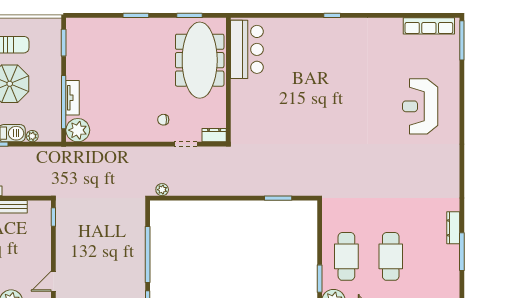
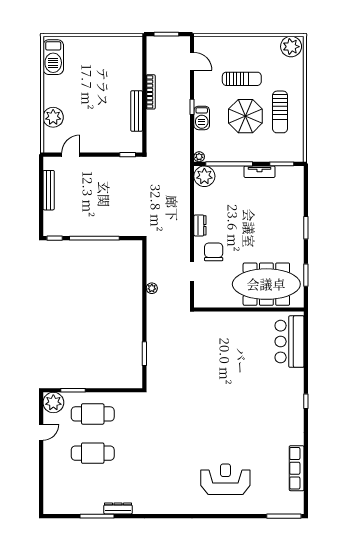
row of seats: (429, 26) -> (297, 468), moved
bar counter: (247, 49) -> (289, 342), moved, turned 90
tv unit: (73, 98) -> (259, 172), moved
chair: (163, 120) -> (214, 252), width x1.87, depth x1.87
dresser: (214, 135) -> (200, 225), moved
plant: (32, 136) -> (199, 157), moved
plant: (162, 190) -> (152, 288), moved
door: (53, 281) -> (71, 155), hinge flipped

